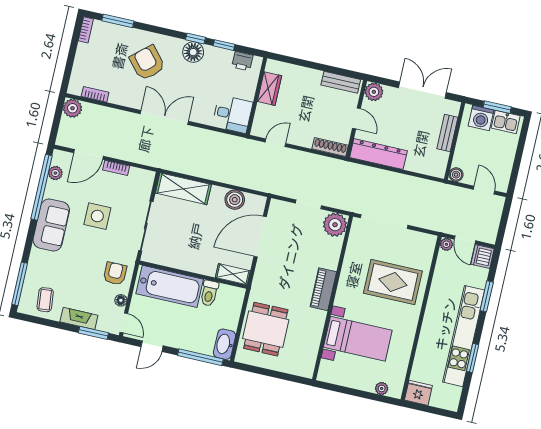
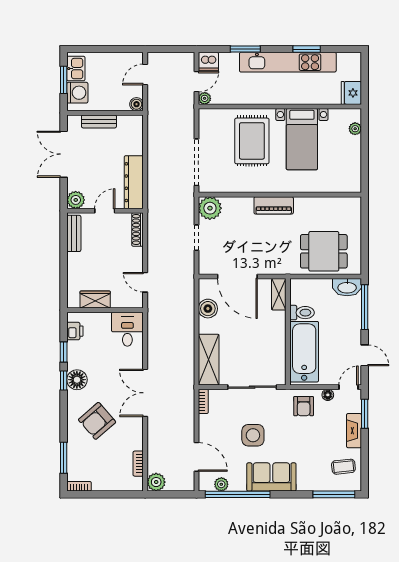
bookcase: (116, 168) -> (203, 401), moved
armchair: (115, 273) -> (304, 406), turned -90
bed with nightstands: (358, 339) -> (302, 139), moved, turned 180

